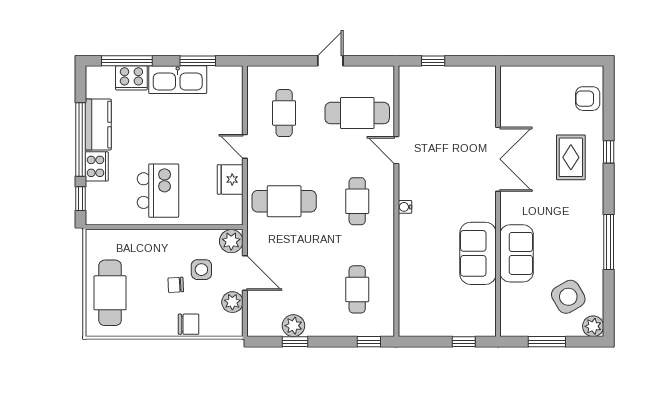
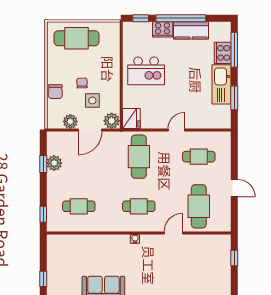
fridge: (230, 179) -> (131, 119), moved, turned 90

